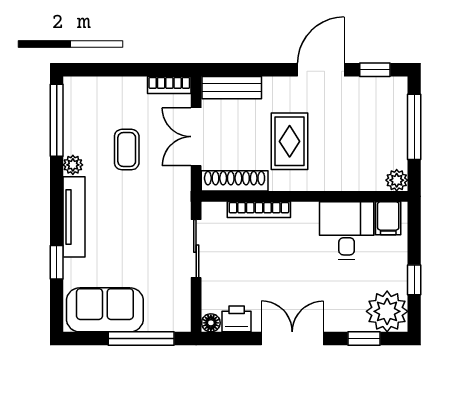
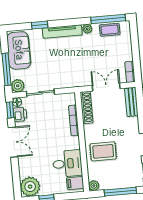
rug: (290, 141) -> (103, 151), moved
coffee table: (127, 150) -> (110, 30), moved
sliding door: (196, 249) -> (40, 93), moved
plant: (177, 318) -> (18, 86), added
window: (364, 338) -> (10, 110), moved

